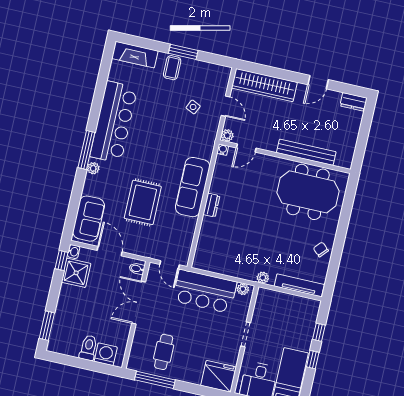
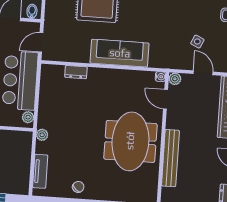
door: (225, 106) -> (203, 73), swing flipped
meeting table: (308, 192) -> (130, 141), moved
dresser: (211, 205) -> (76, 72), moved
tv unit: (299, 285) -> (40, 171), width x0.71

